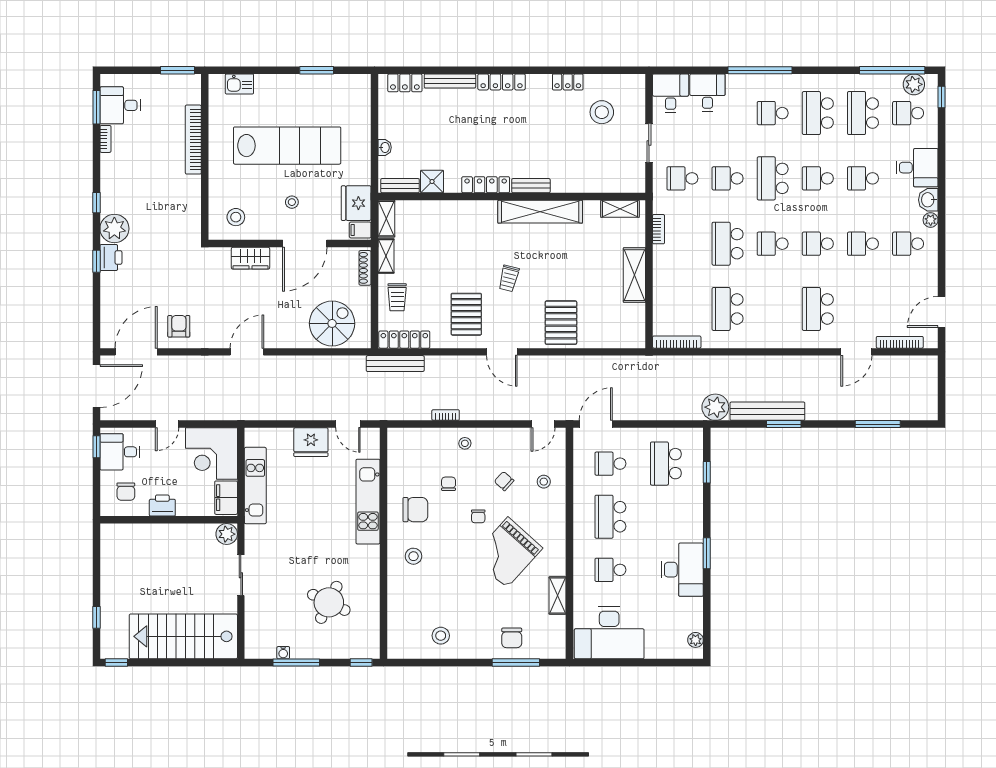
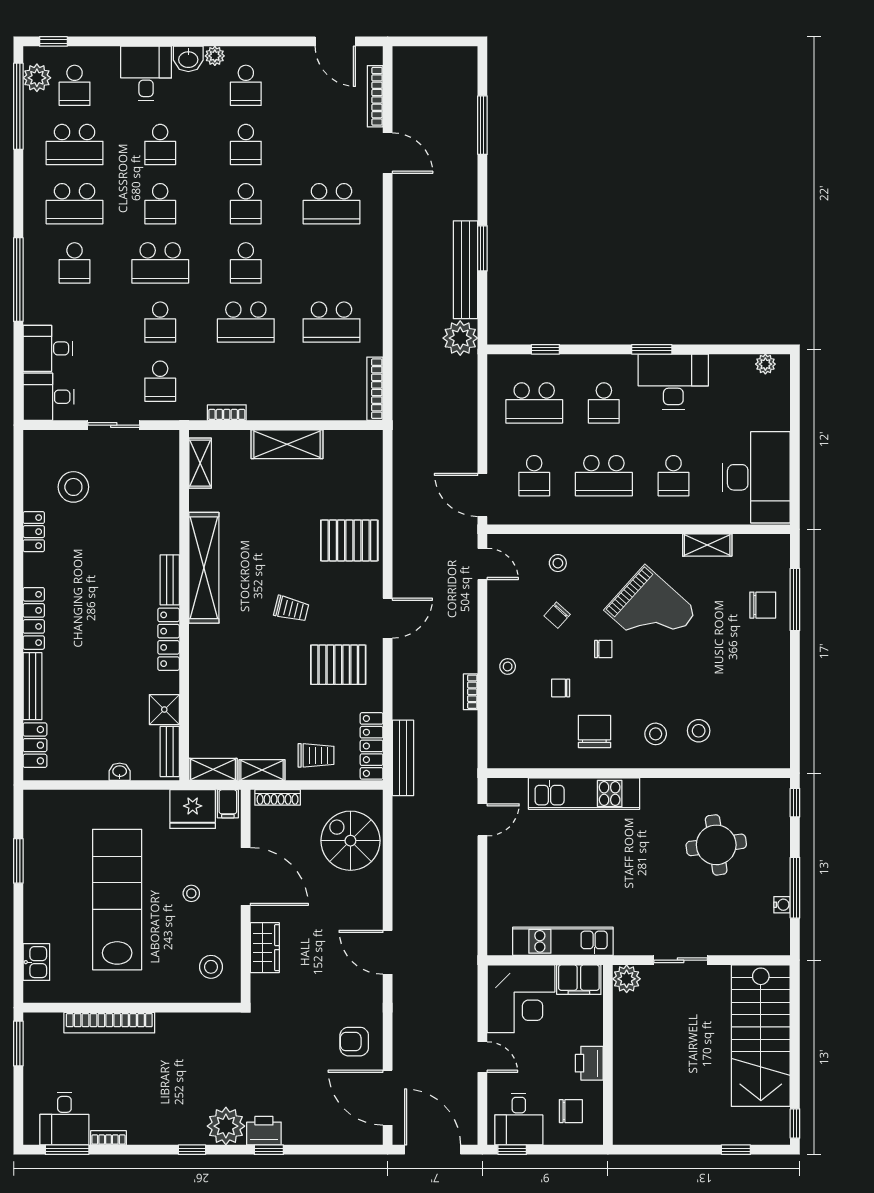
fridge: (311, 442) -> (506, 868), removed
school desk: (666, 517) -> (604, 403), added
round table: (329, 602) -> (716, 845), turned -34
stool: (441, 636) -> (699, 731), moved

